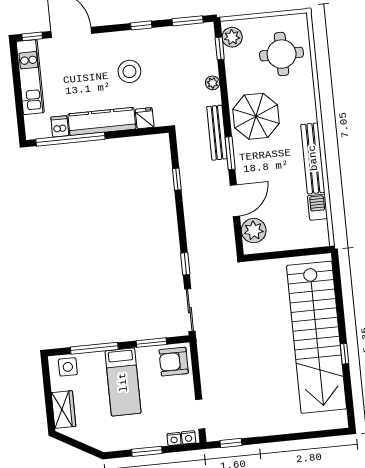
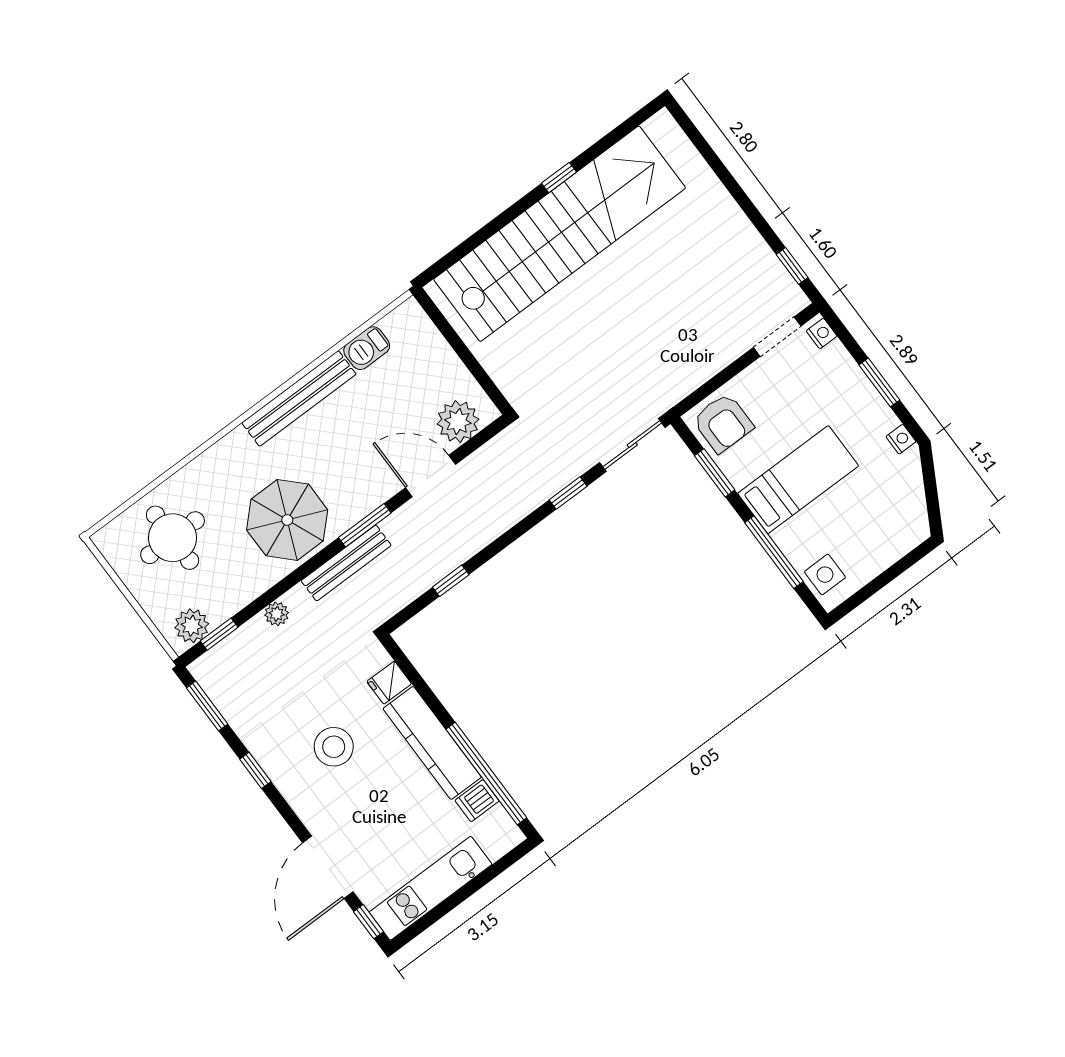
wardrobe: (64, 410) -> (892, 543), removed
nightstand: (174, 439) -> (901, 439), moved

